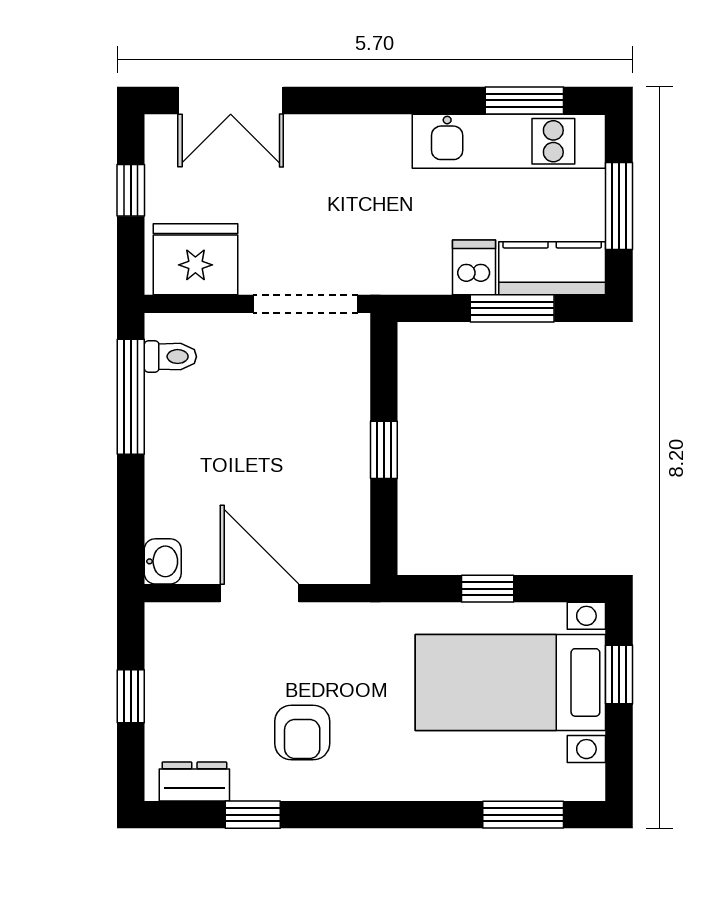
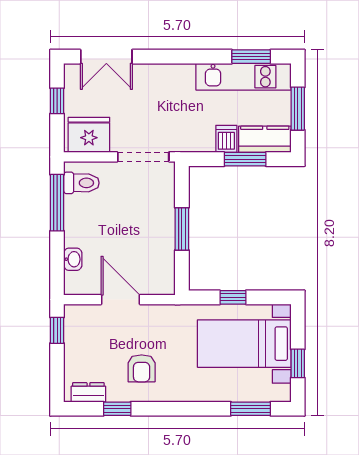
toilet: (170, 357) -> (81, 183), width x1.37, depth x1.39
window: (384, 450) -> (182, 229), width x1.50
washbasin: (163, 561) -> (73, 259), moved
window: (619, 674) -> (298, 363), moved
window: (131, 696) -> (57, 330), moved

